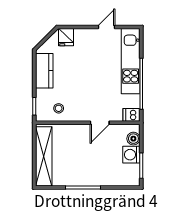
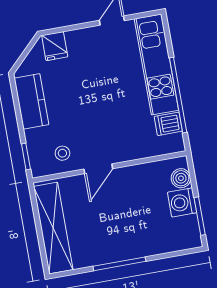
dishwasher: (131, 115) -> (168, 124), moved
door: (100, 123) -> (98, 169), moved

